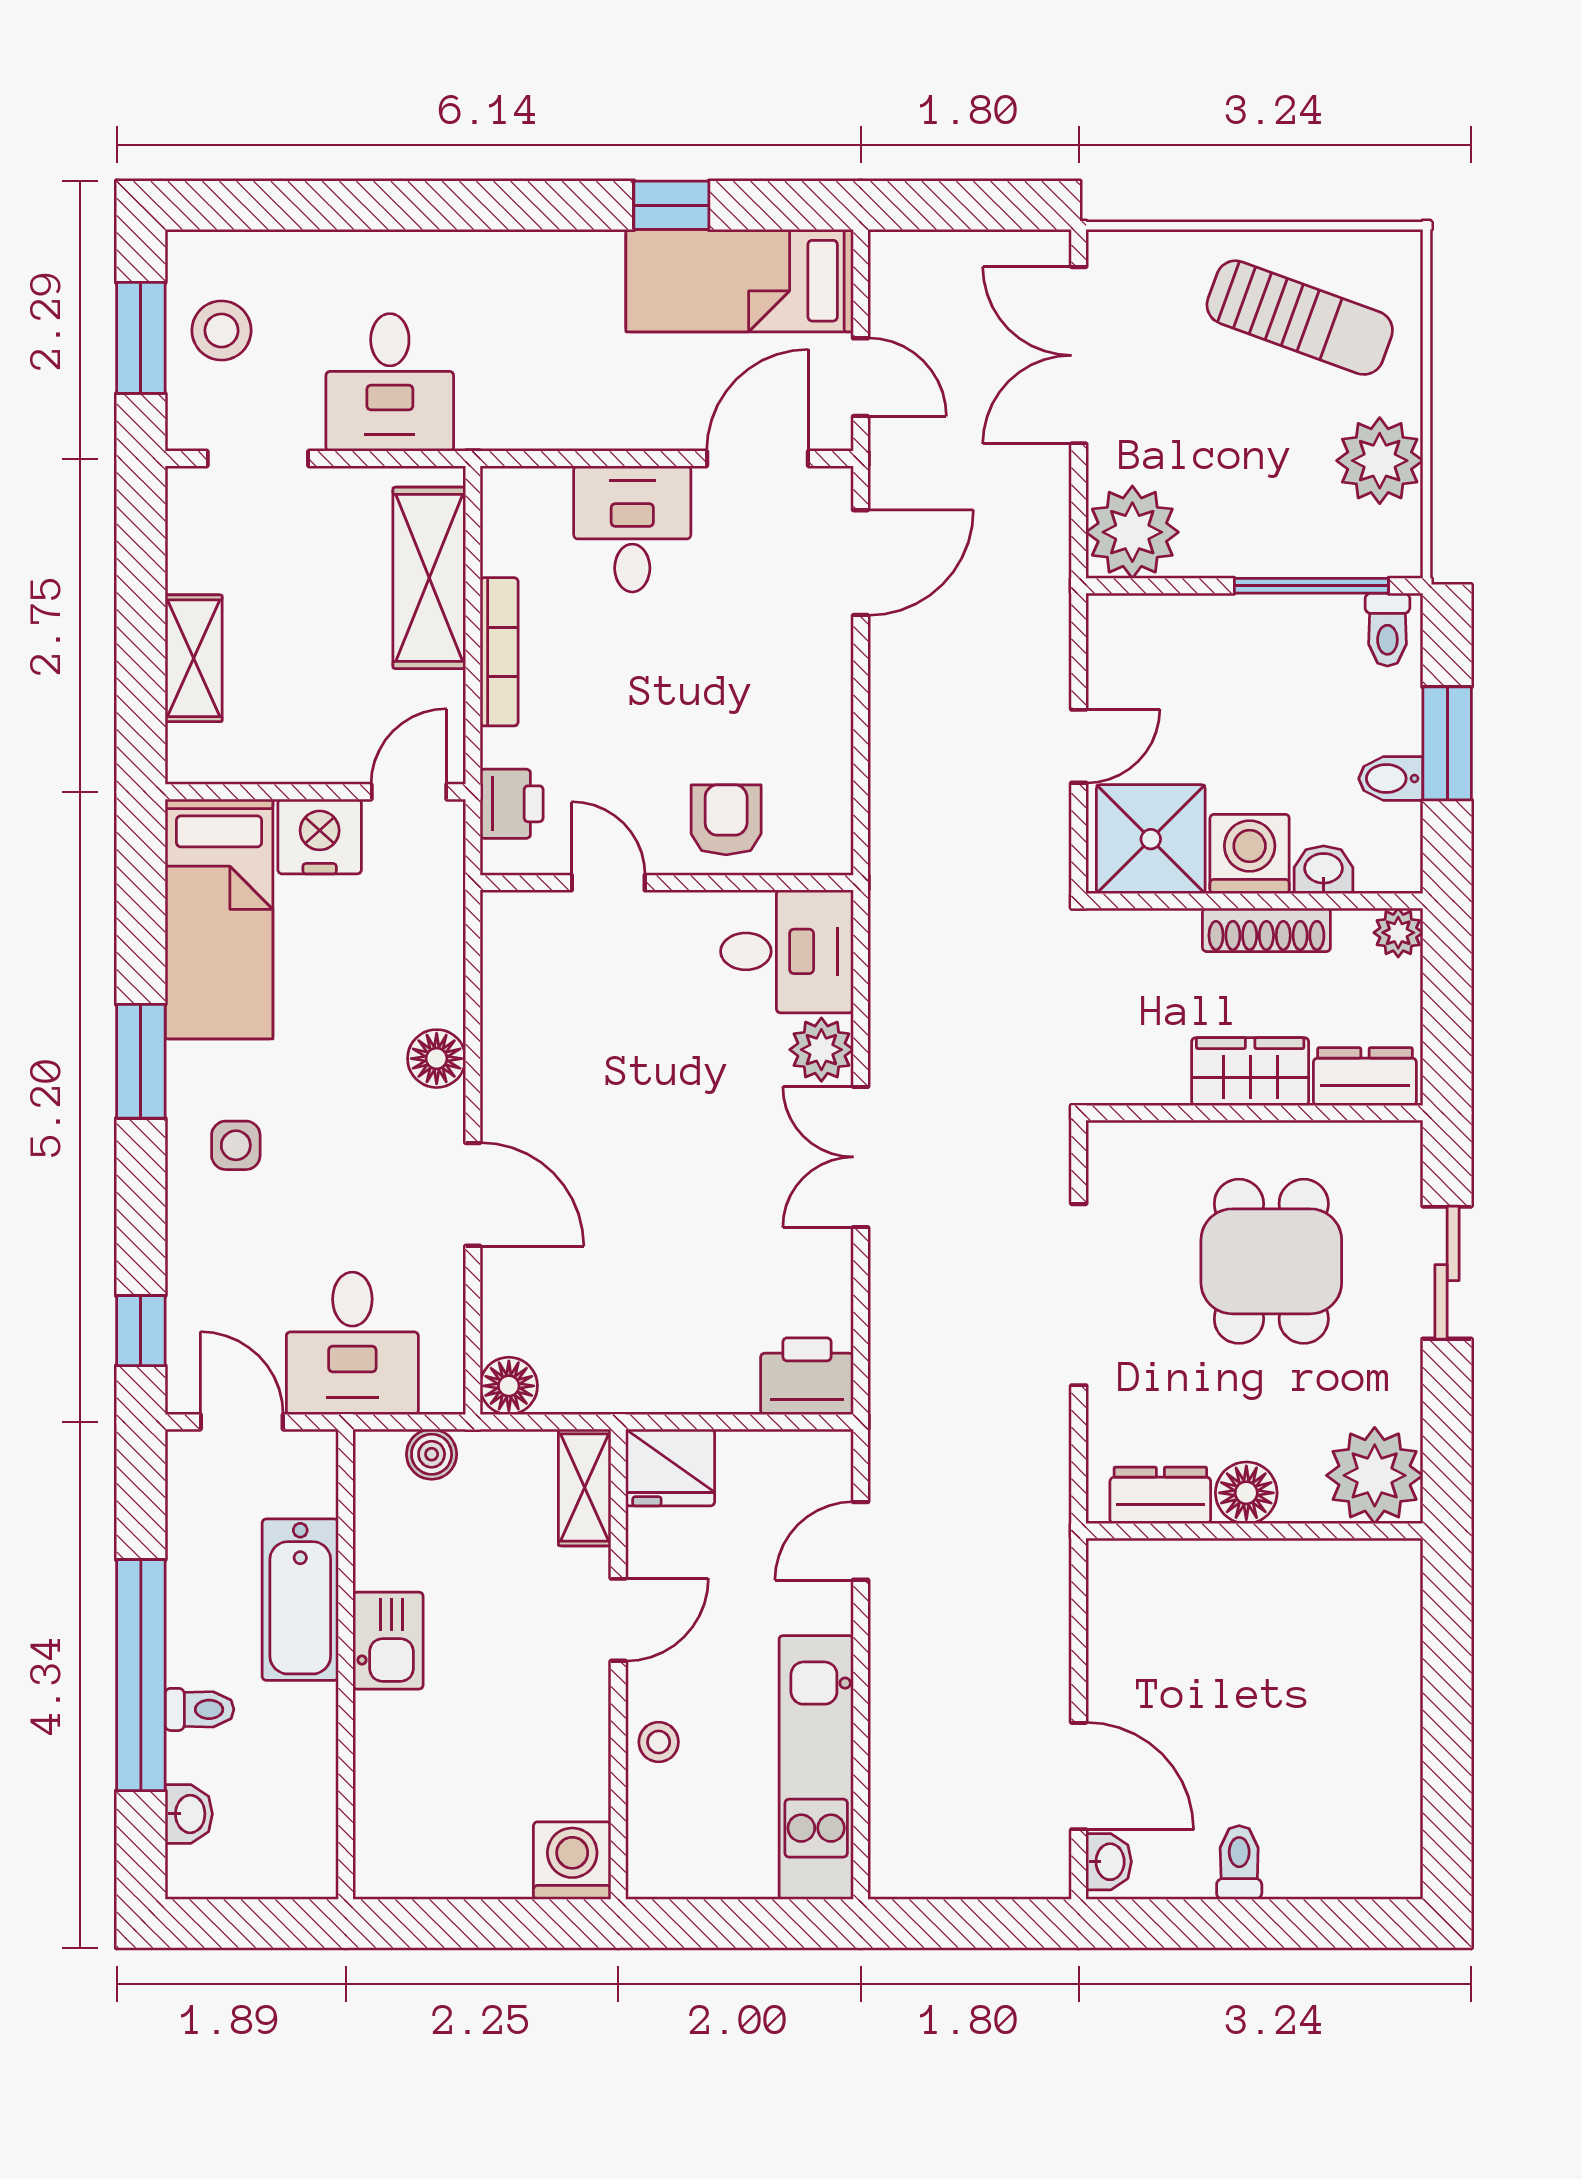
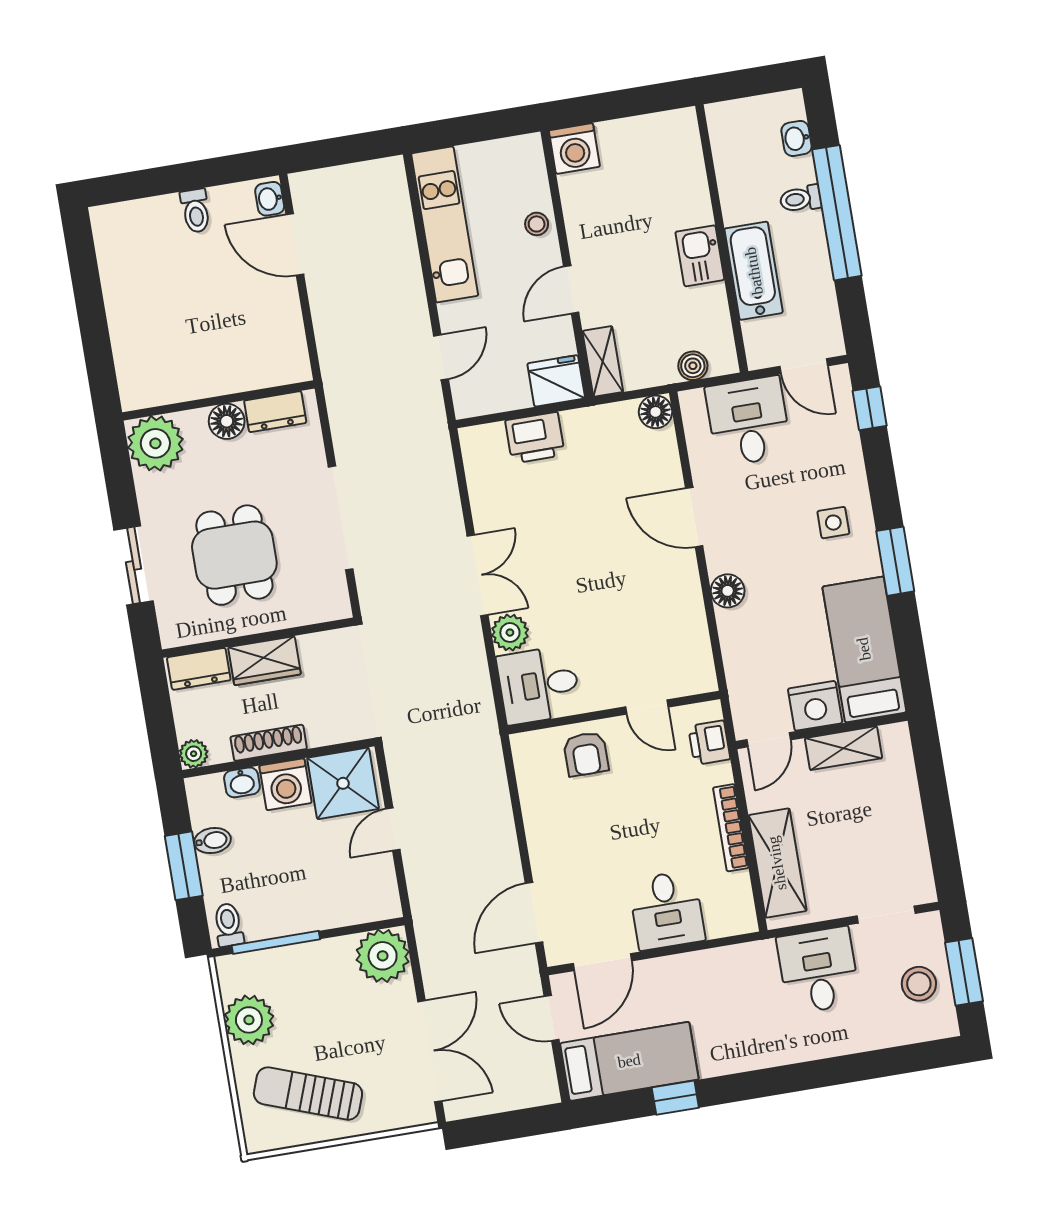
shelving: (194, 658) -> (843, 748), moved, turned 90
printer: (807, 1376) -> (535, 438), moved

